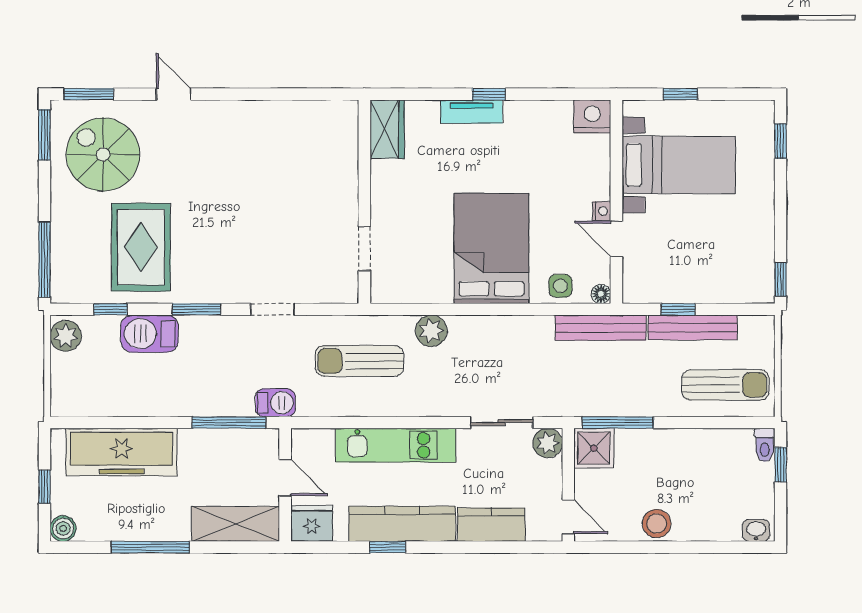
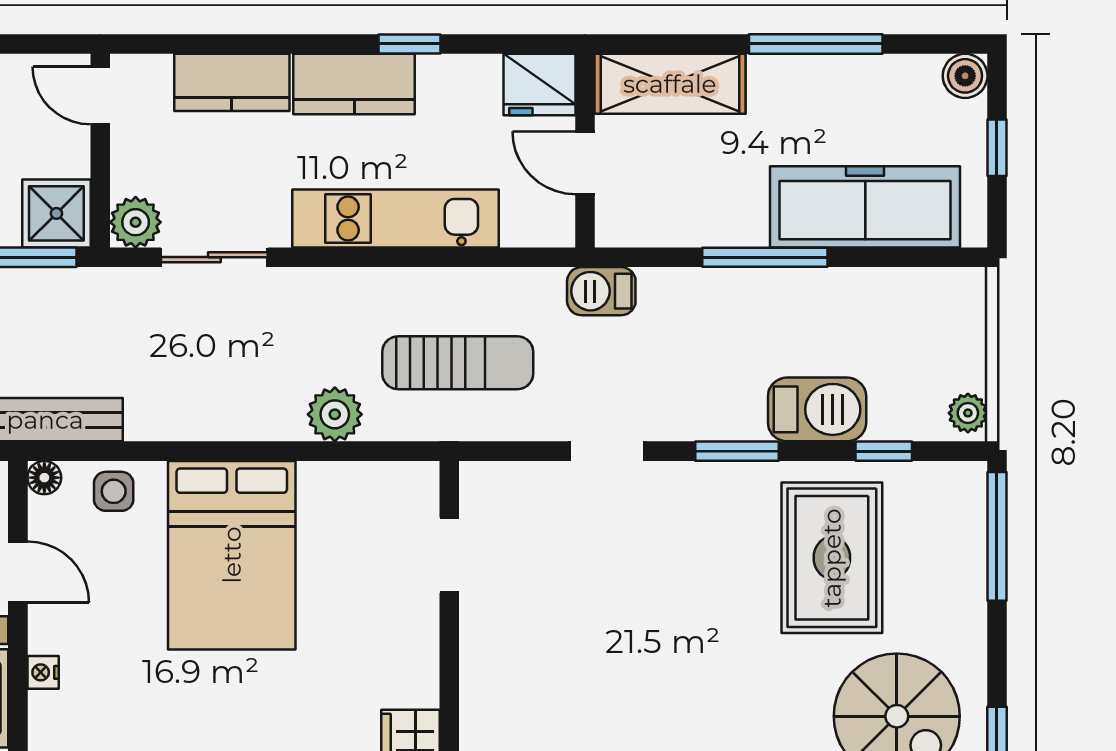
nightstand: (602, 211) -> (43, 672), moved
plant: (66, 336) -> (968, 413), width x0.73, depth x0.73
window: (229, 423) -> (765, 257), moved
kitchen counter: (402, 524) -> (354, 84), width x0.67

